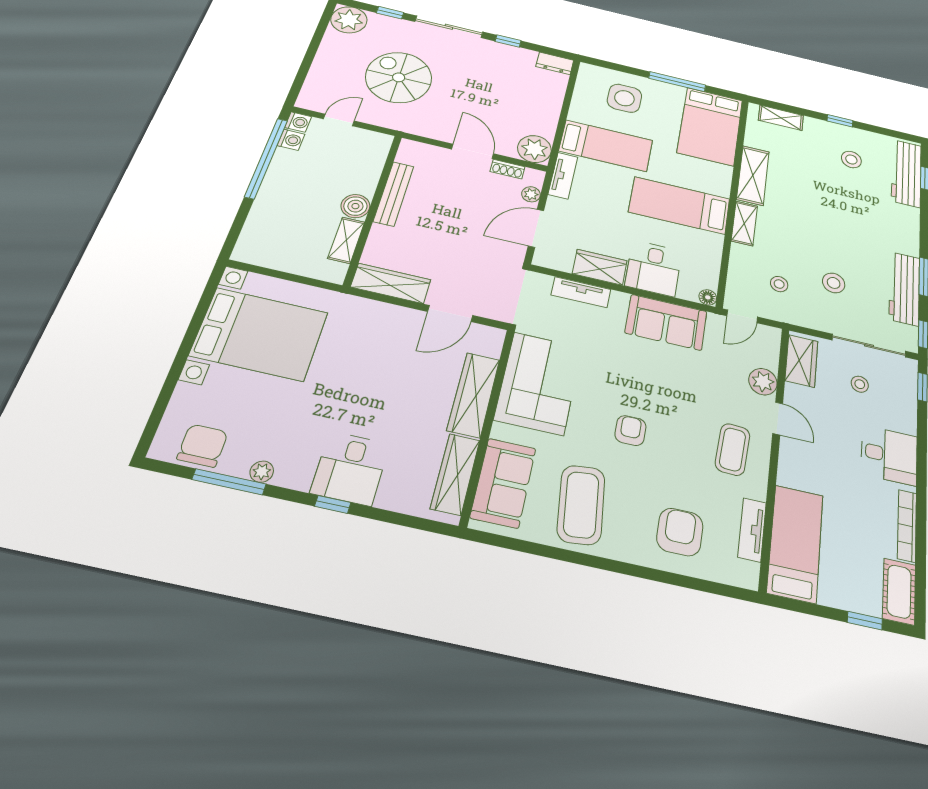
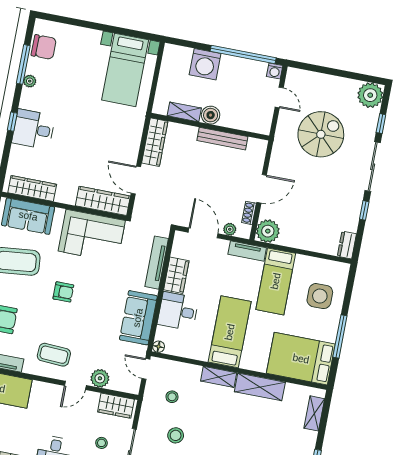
washing machine: (291, 140) -> (205, 64), moved, width x1.89, depth x1.89
tv unit: (581, 292) -> (157, 263), width x1.41
bed with nightstands: (259, 334) -> (125, 70), width x0.73
wardrobe: (474, 395) -> (103, 201), moved

